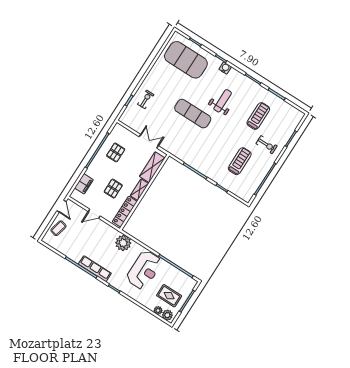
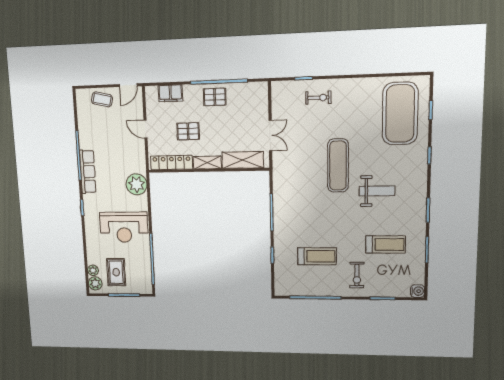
water cooler: (225, 68) -> (417, 291), moved
pallet: (116, 152) -> (215, 97), moved

